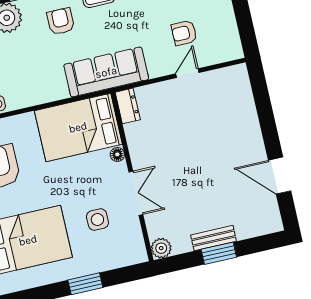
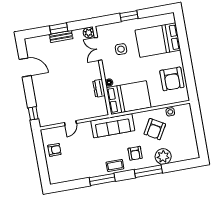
armchair: (184, 33) -> (54, 150), moved
armchair: (25, 69) -> (155, 129), added
window: (260, 88) -> (33, 113), added
dresser: (128, 106) -> (99, 88), moved
double door: (136, 193) -> (98, 49), moved

